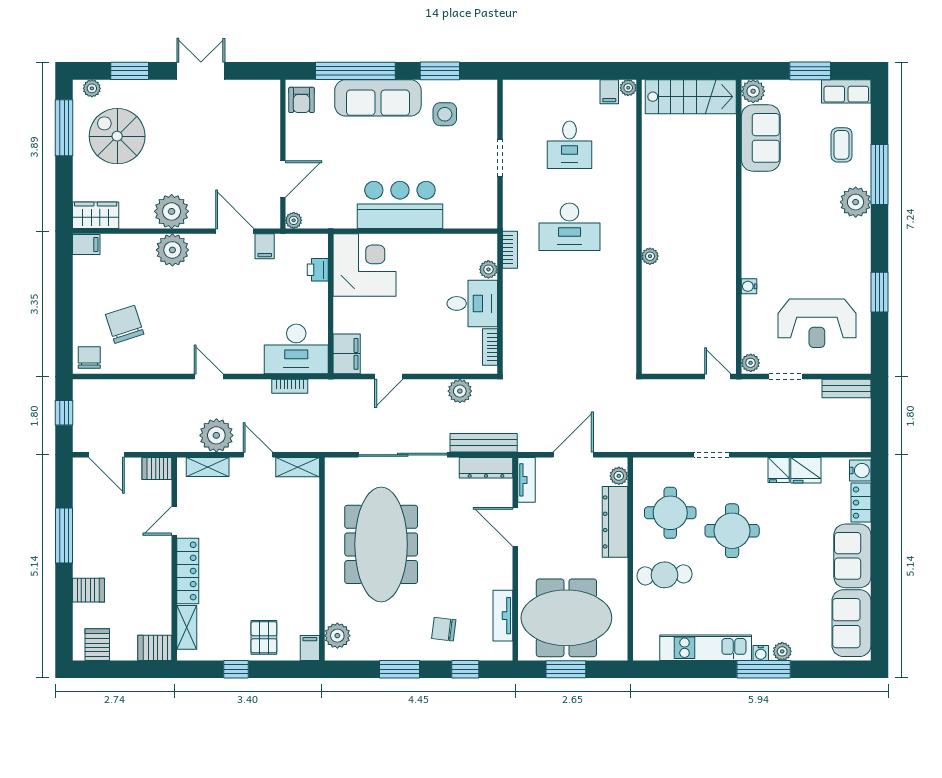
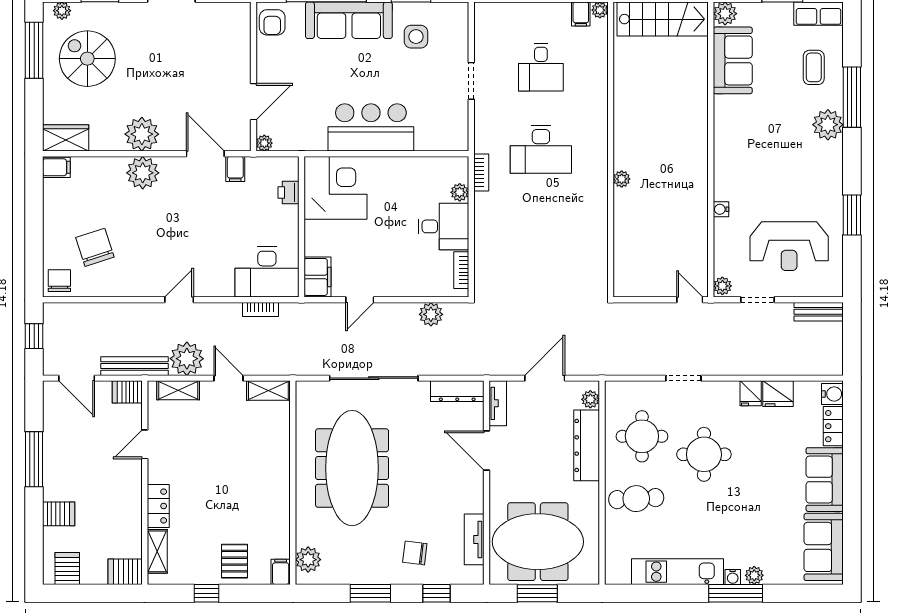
door: (209, 377) -> (179, 300), hinge flipped
bench: (484, 443) -> (135, 366), moved
locker: (188, 571) -> (158, 506), width x0.66

